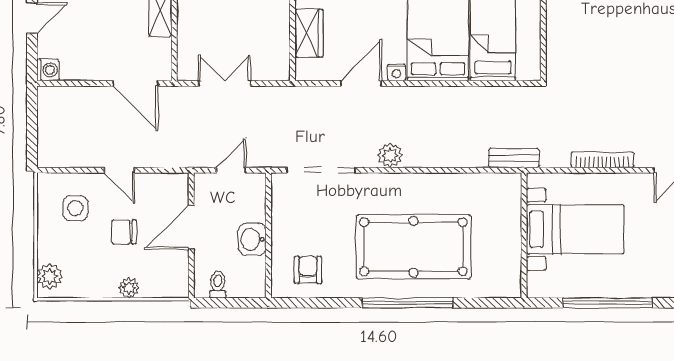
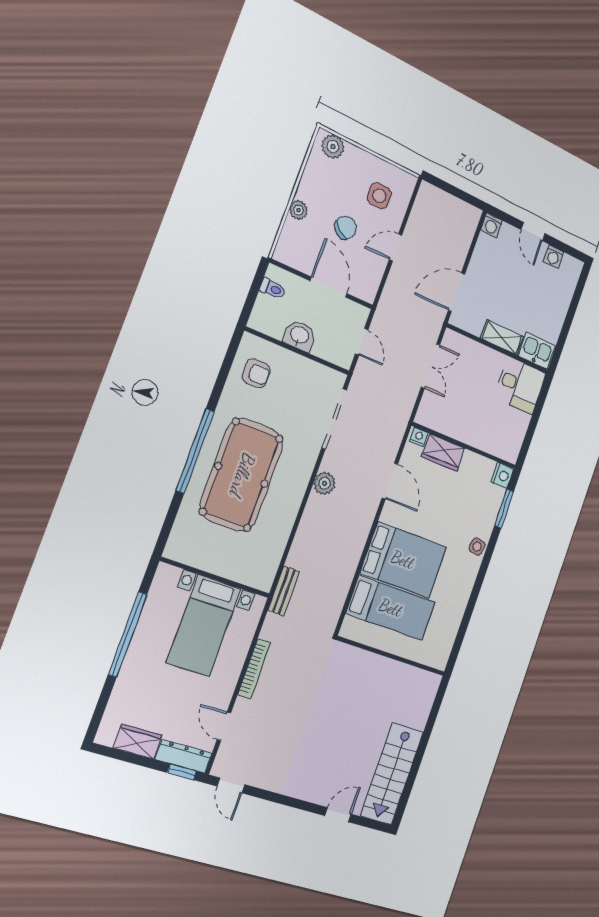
nightstand: (397, 72) -> (419, 437), moved, turned 90
chair: (124, 232) -> (345, 228), turned 39

